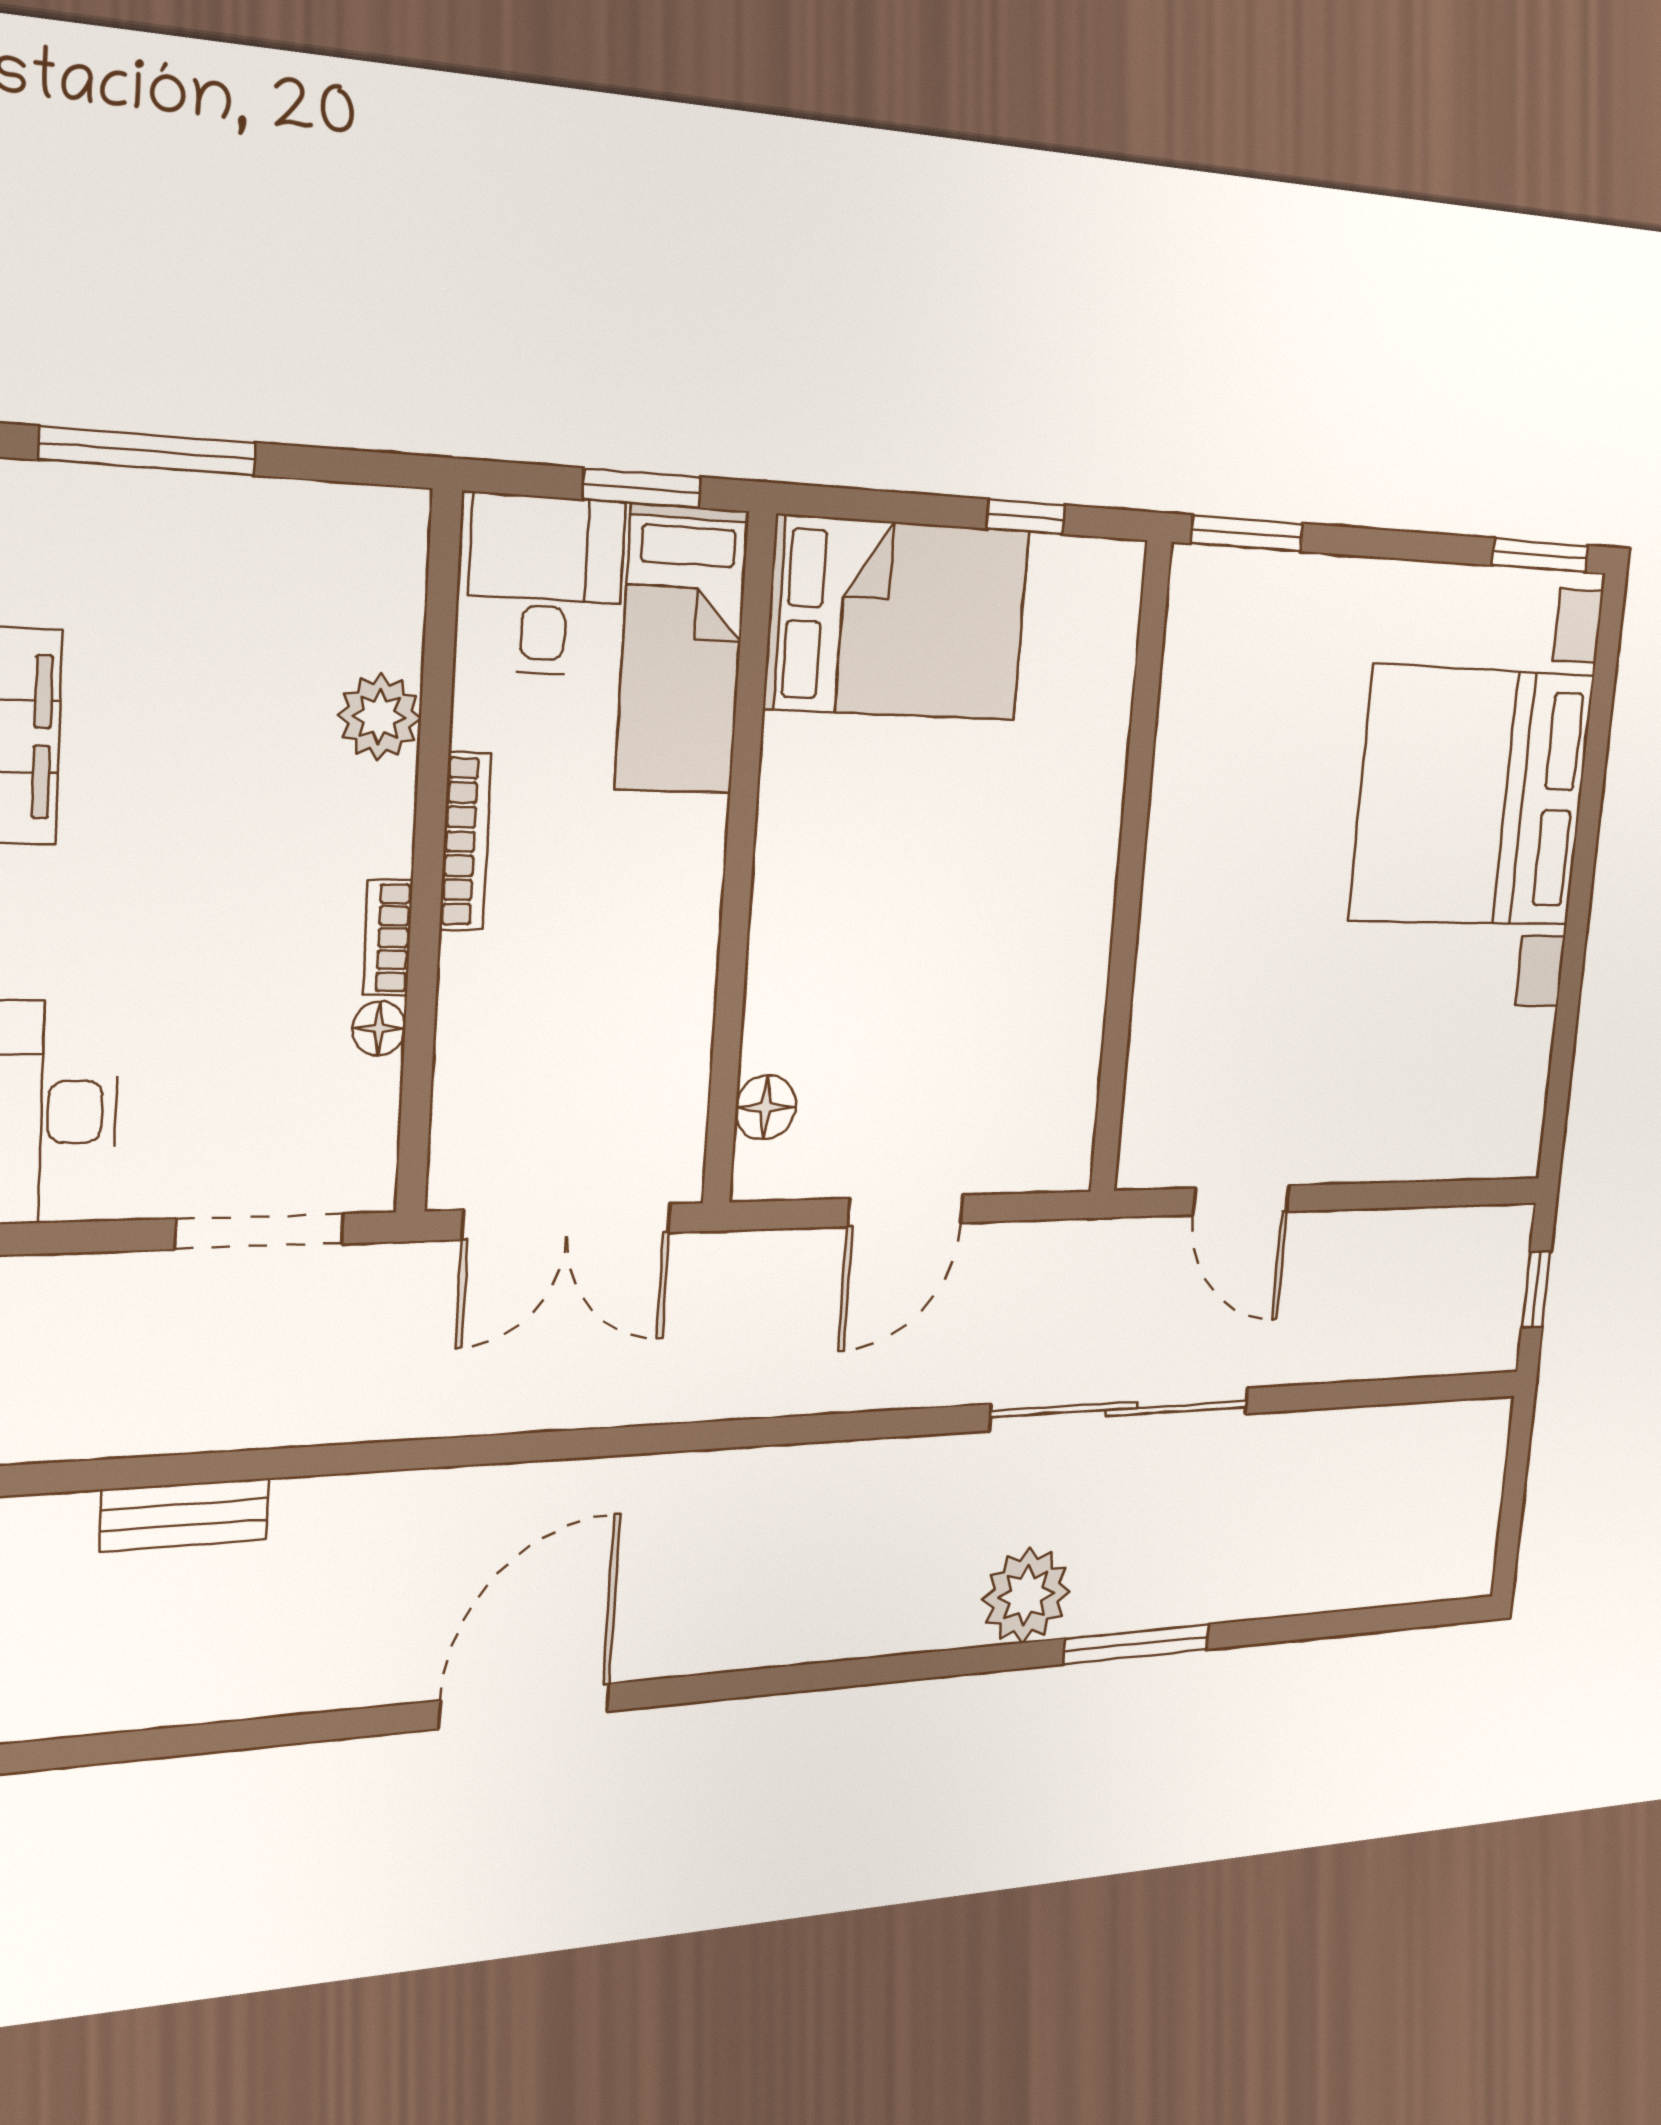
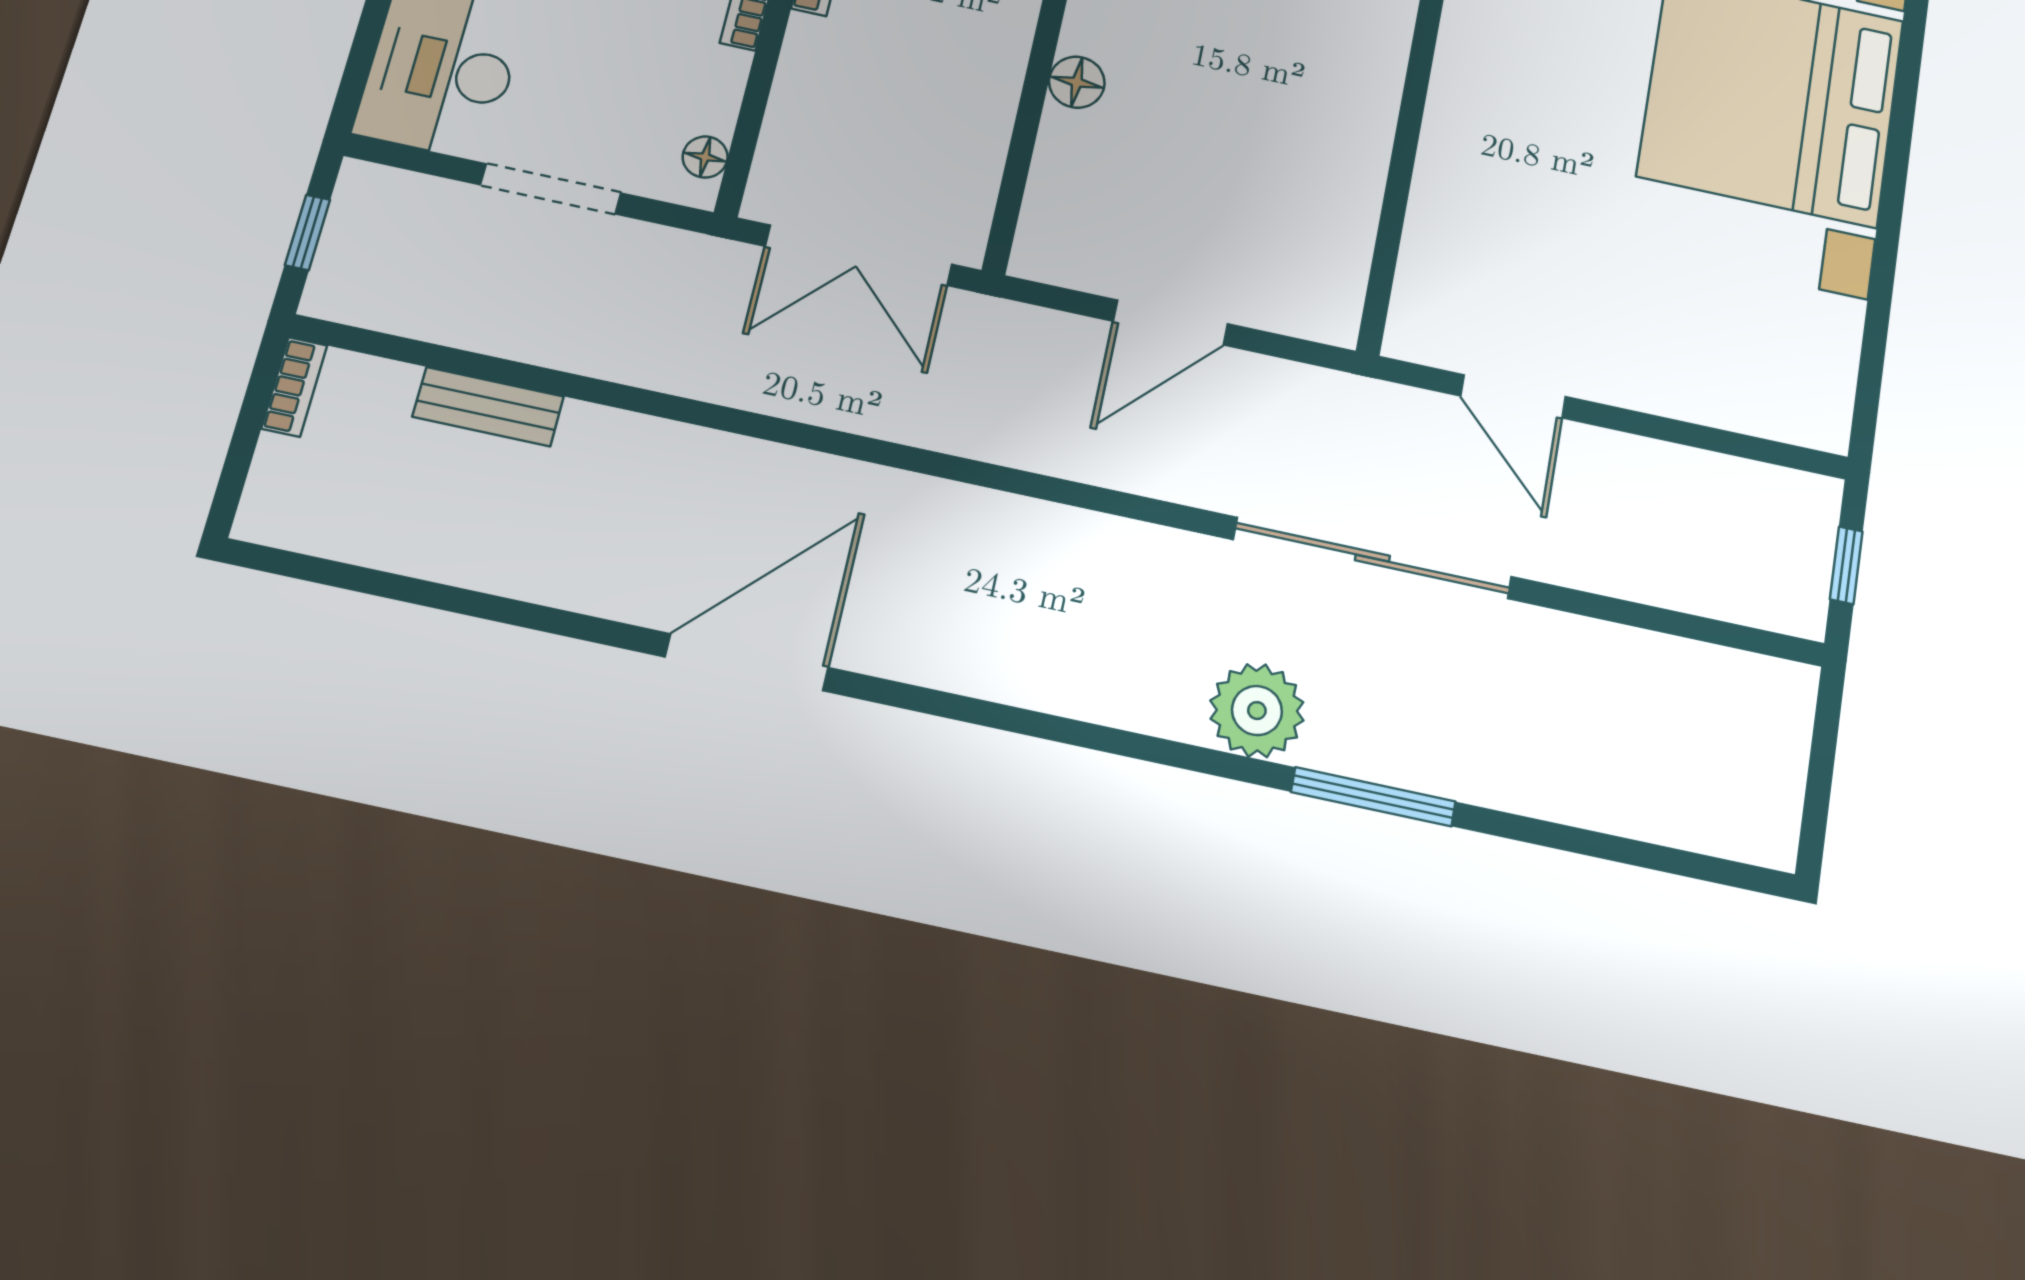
floor lamp: (379, 1028) -> (705, 157), moved
floor lamp: (766, 1107) -> (1077, 82), moved
doorway: (260, 1231) -> (551, 189), moved

